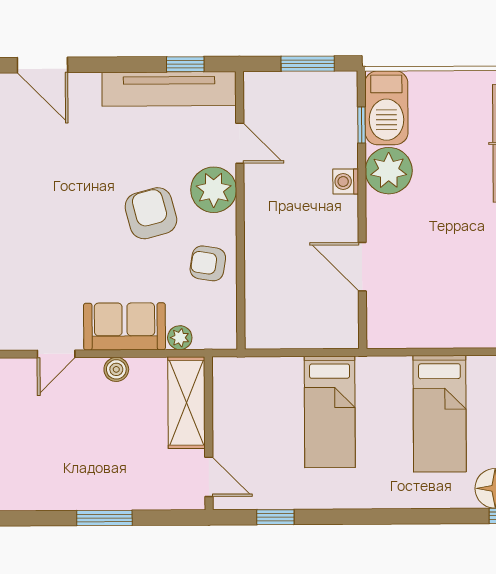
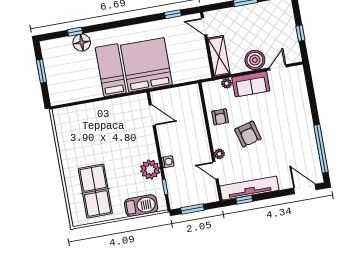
barbecue: (386, 108) -> (141, 206), moved, turned 90
plant: (214, 190) -> (219, 154), width x0.53, depth x0.53
armchair: (208, 263) -> (220, 117), turned 81
door: (362, 267) -> (152, 115), moved
boiler: (116, 369) -> (255, 60), width x1.86, depth x1.86
bed: (330, 412) -> (146, 65), width x2.04

